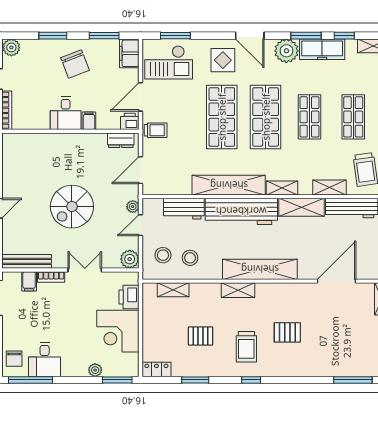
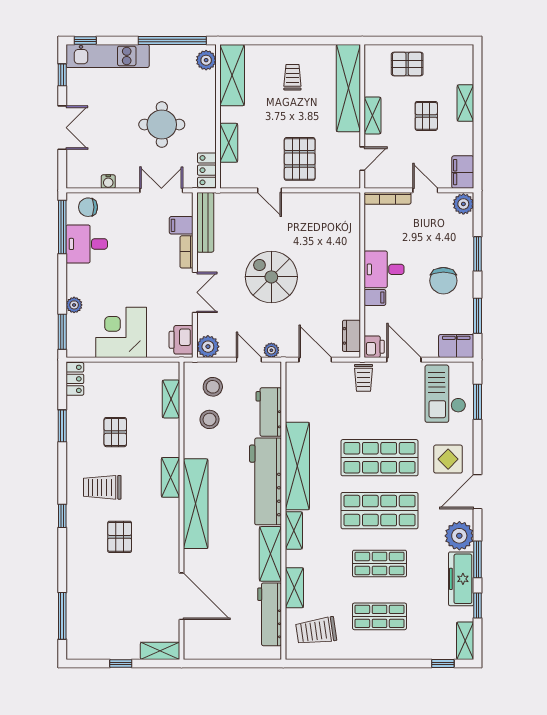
chair: (75, 64) -> (443, 281), turned -69
printer: (129, 297) -> (181, 340), moved, turned -90
window: (251, 380) -> (62, 516), moved

